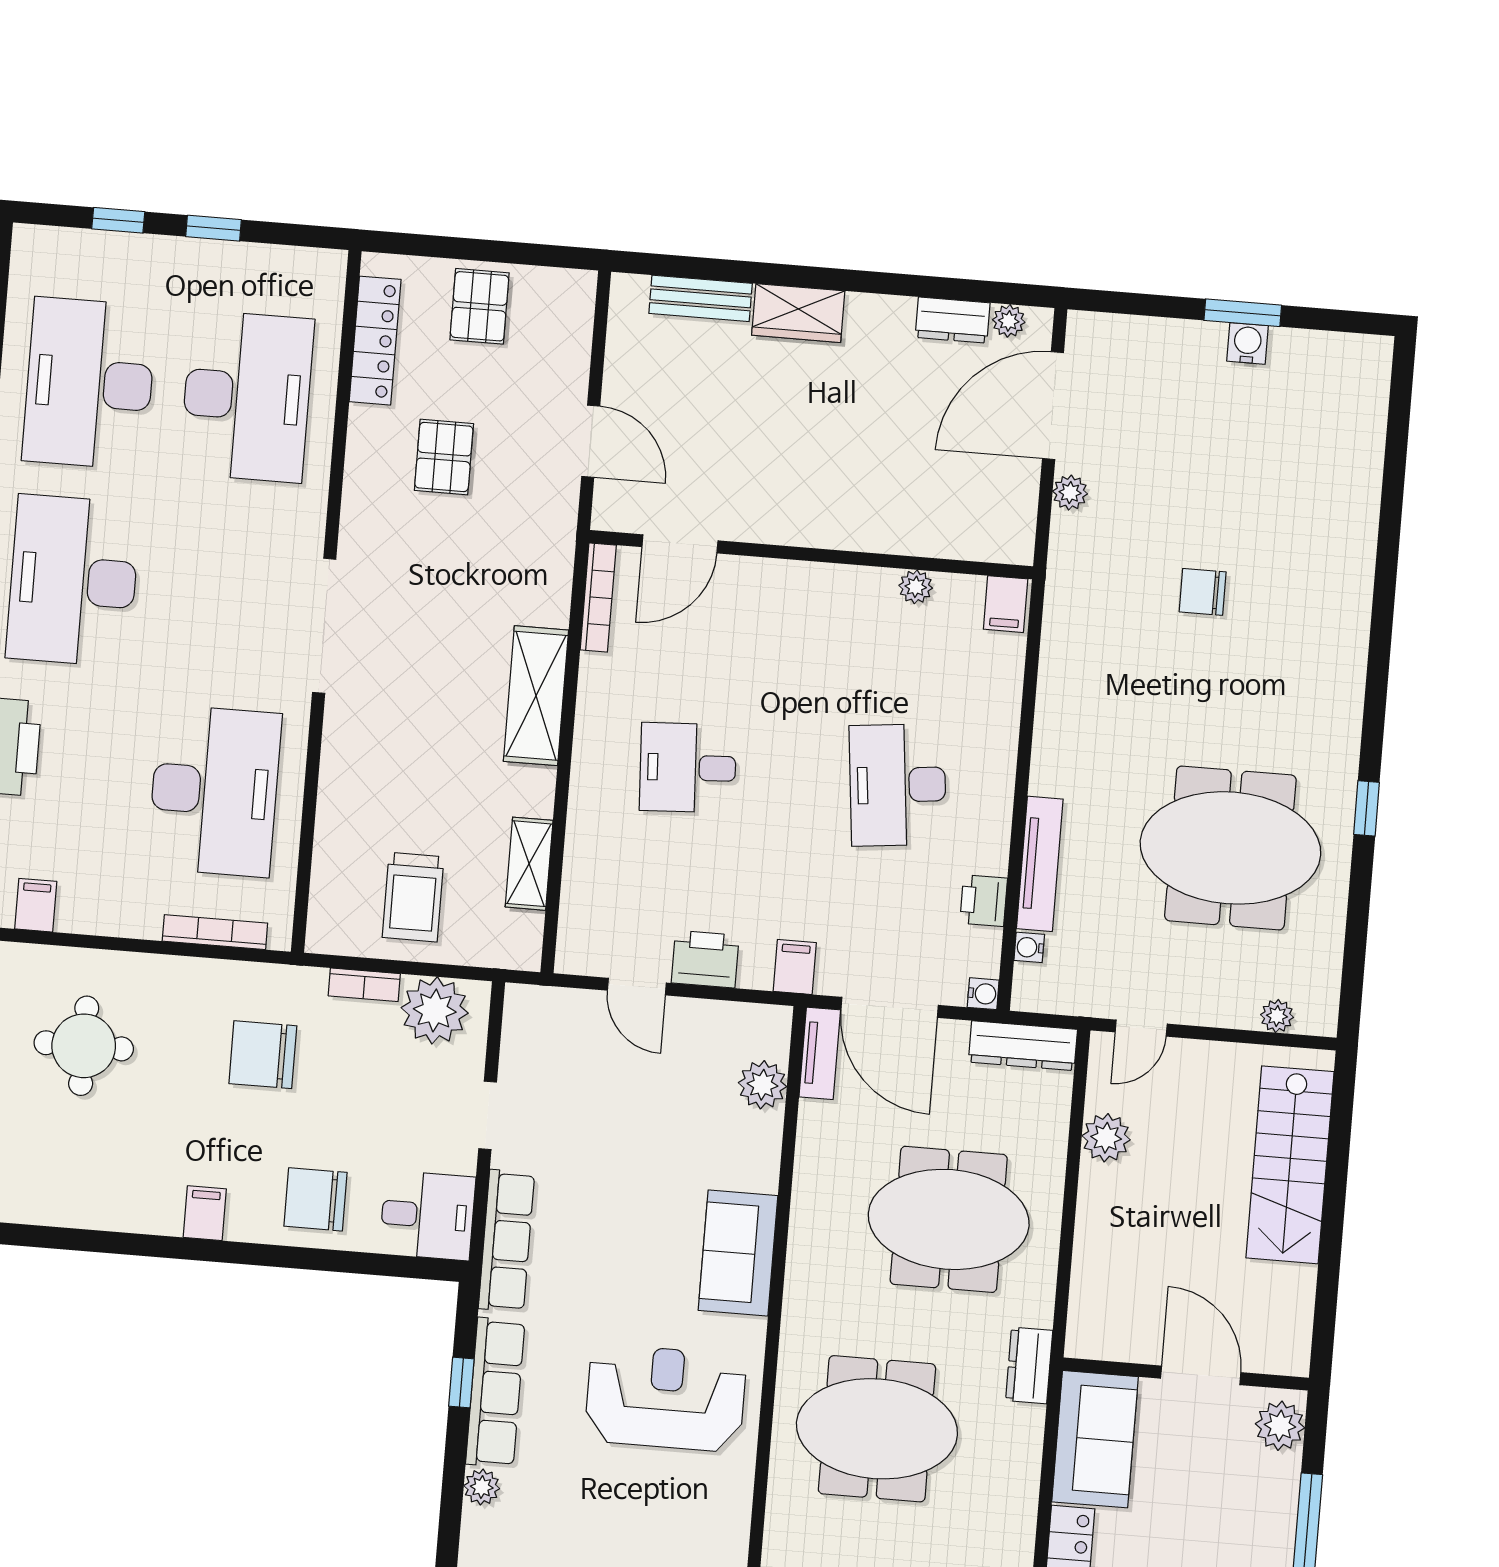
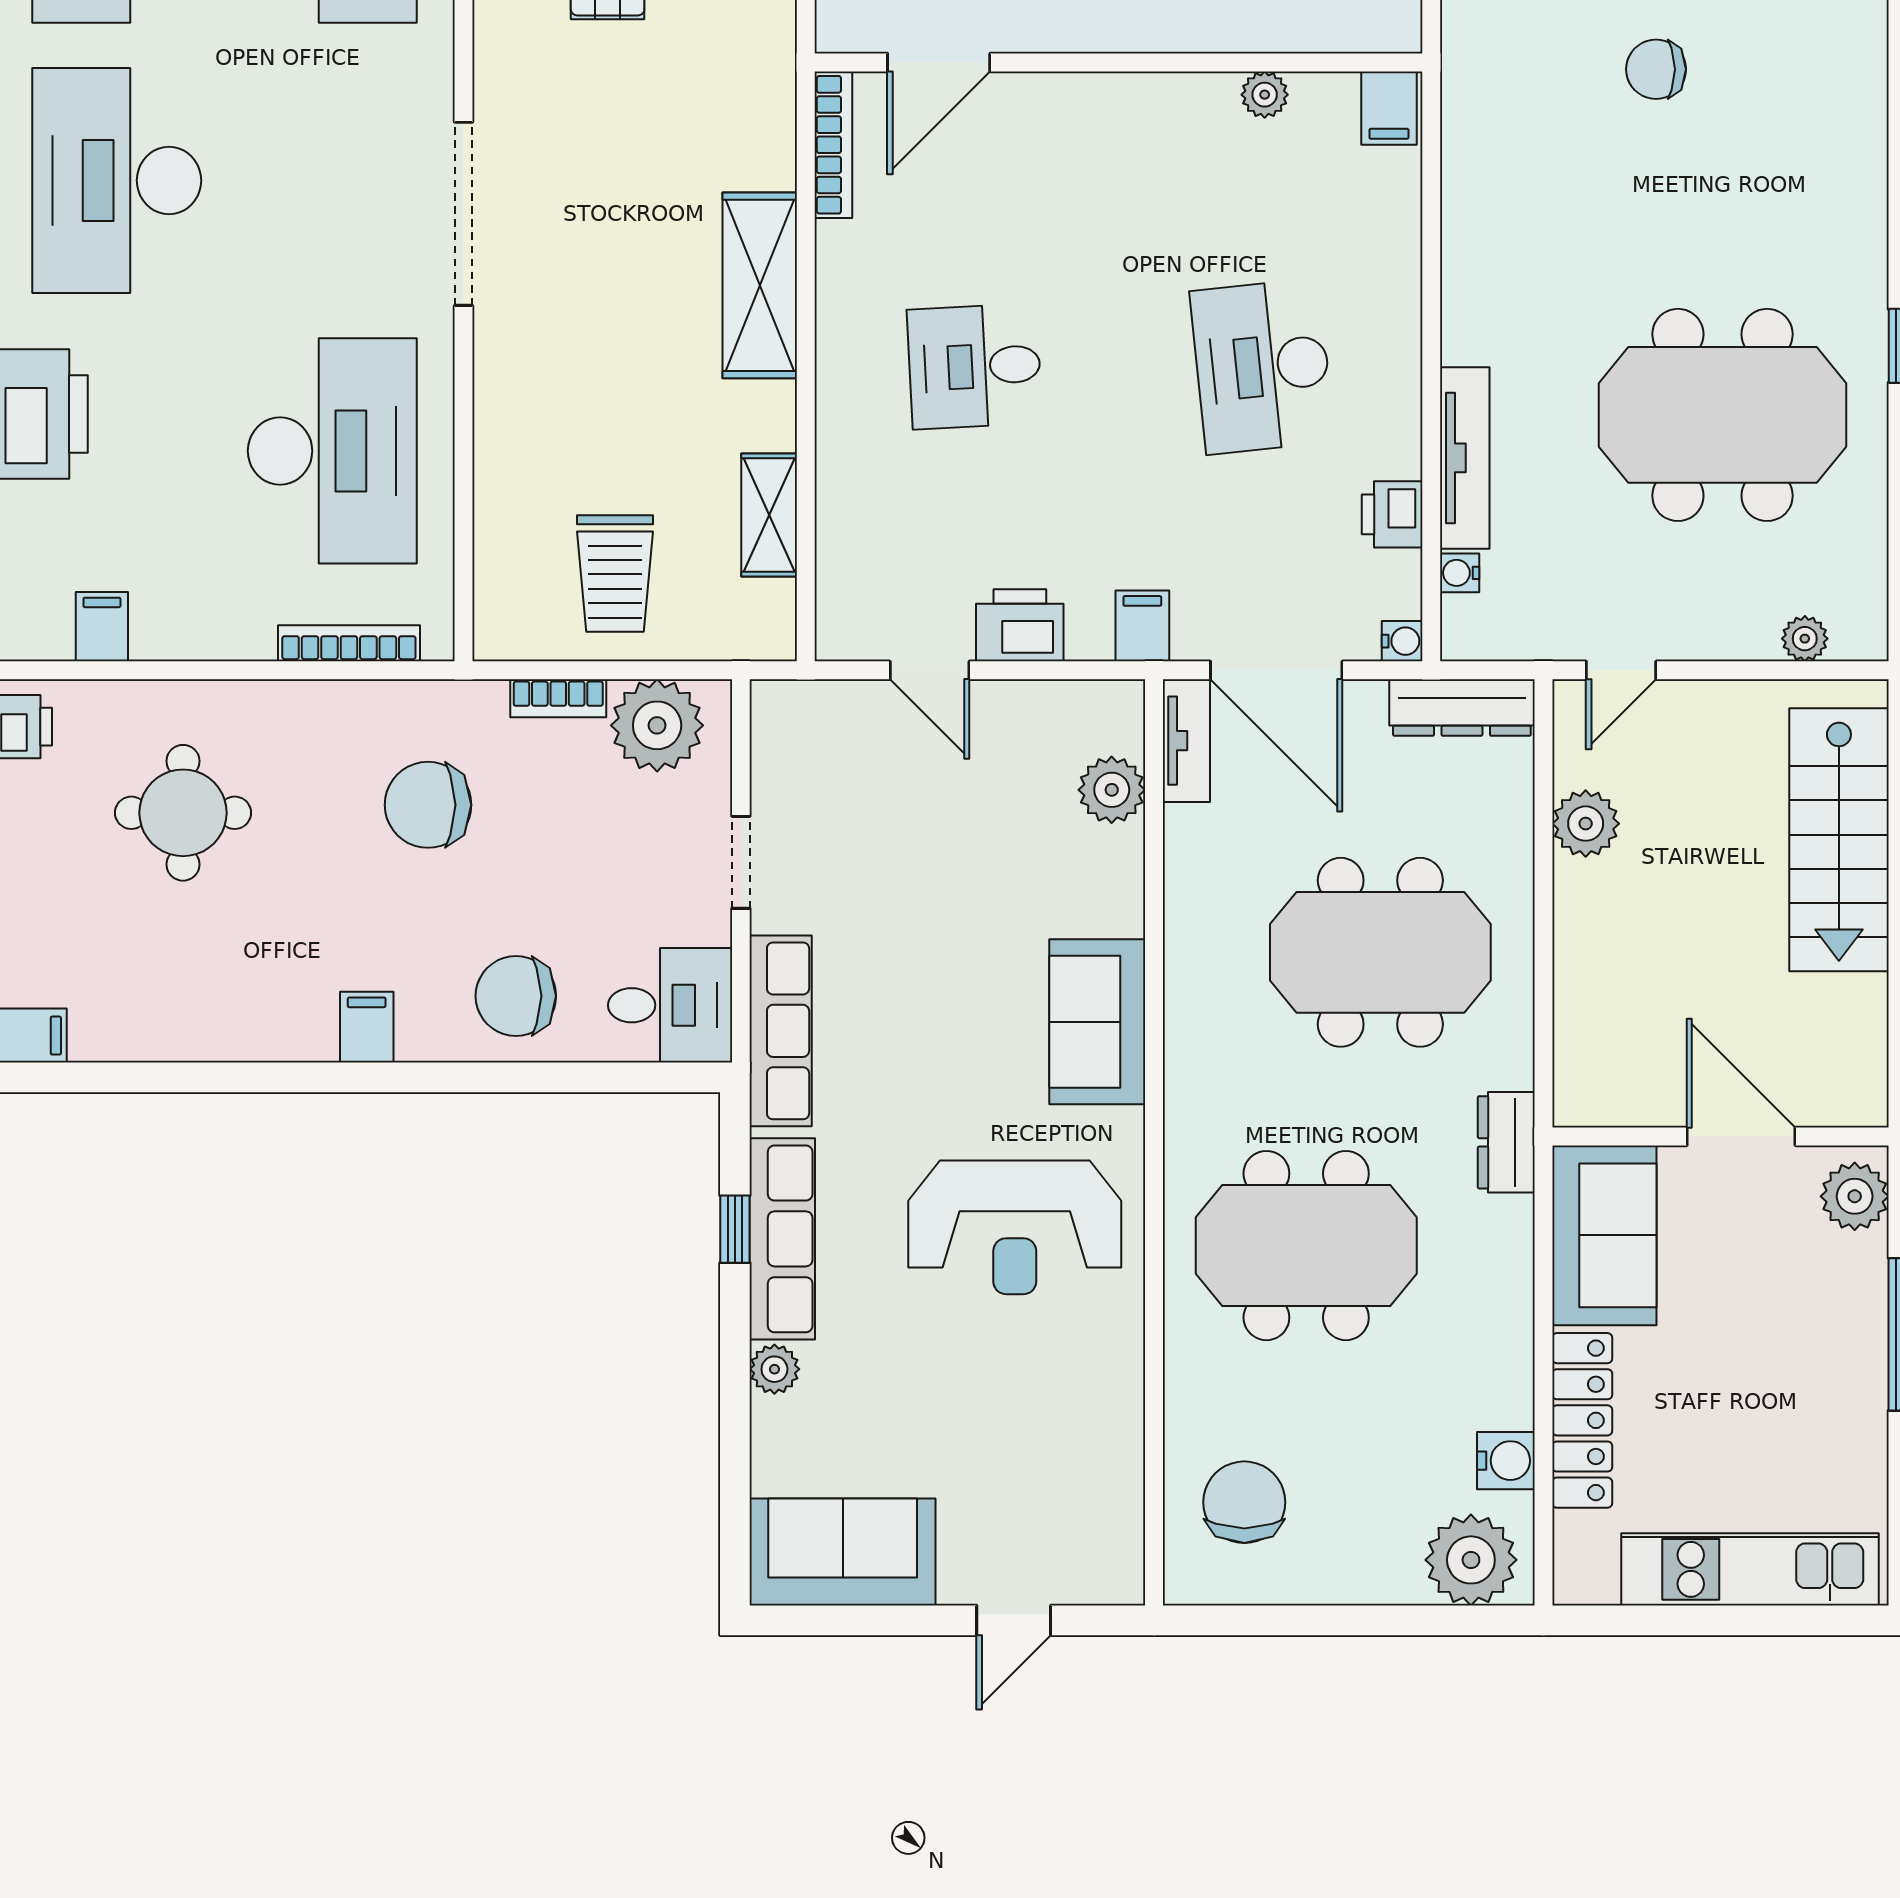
reception desk: (665, 1398) -> (1015, 1227), turned 180

